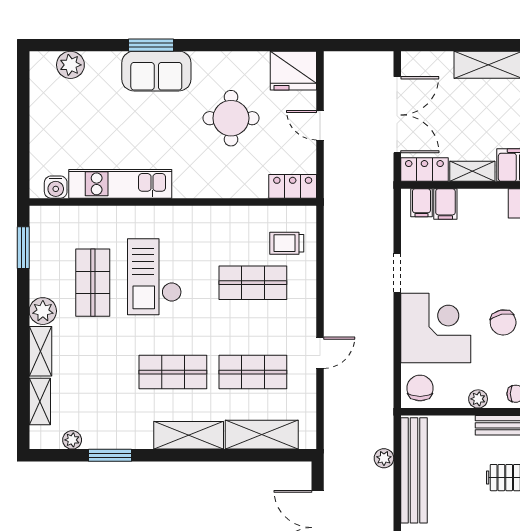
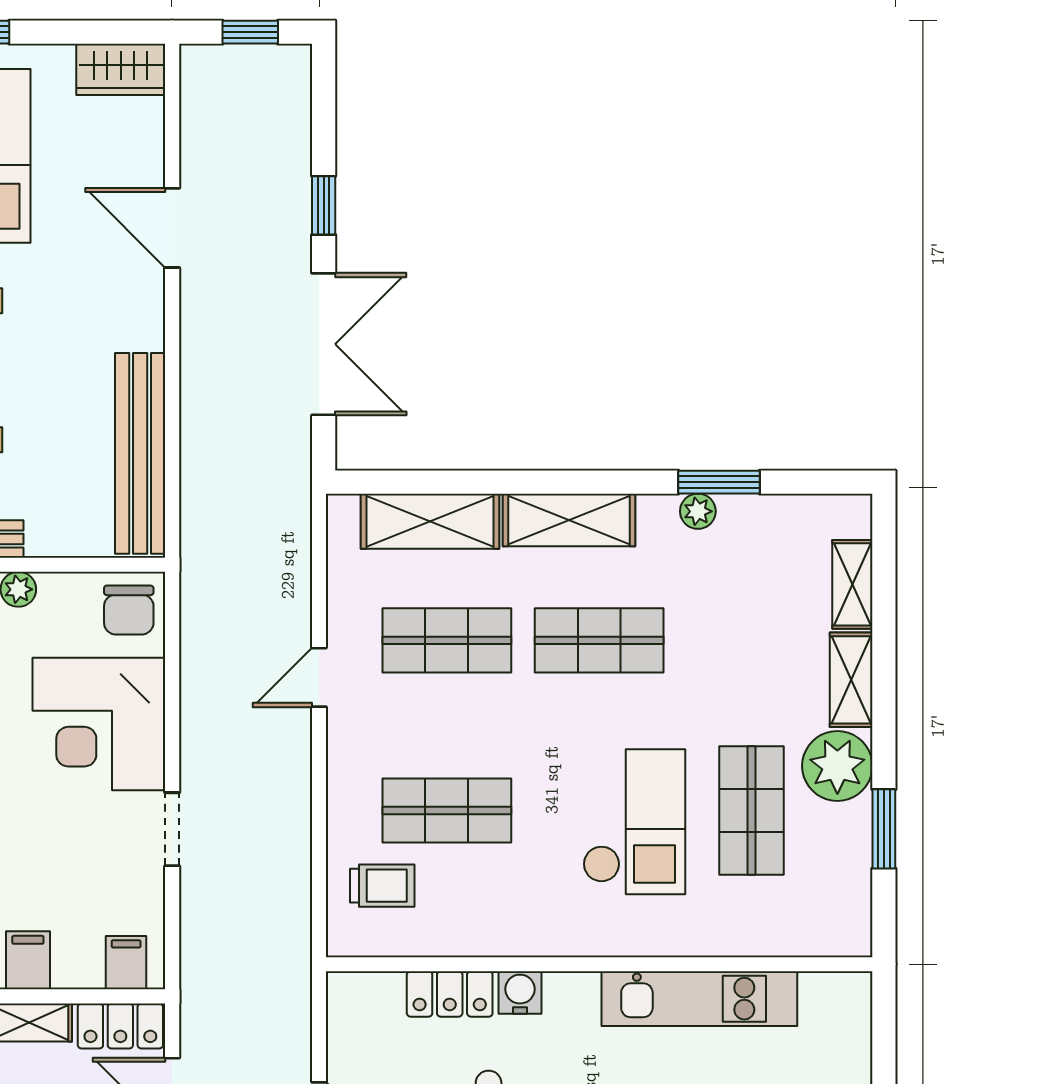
locker: (293, 186) -> (450, 994), moved
water cooler: (56, 187) -> (520, 993), moved
filing cabinet: (445, 204) -> (28, 960), moved
window: (23, 248) -> (884, 829), moved
plant: (43, 311) -> (837, 766), width x1.36, depth x1.36
plant: (72, 440) -> (698, 511), moved
plant: (384, 458) -> (197, 476), removed

